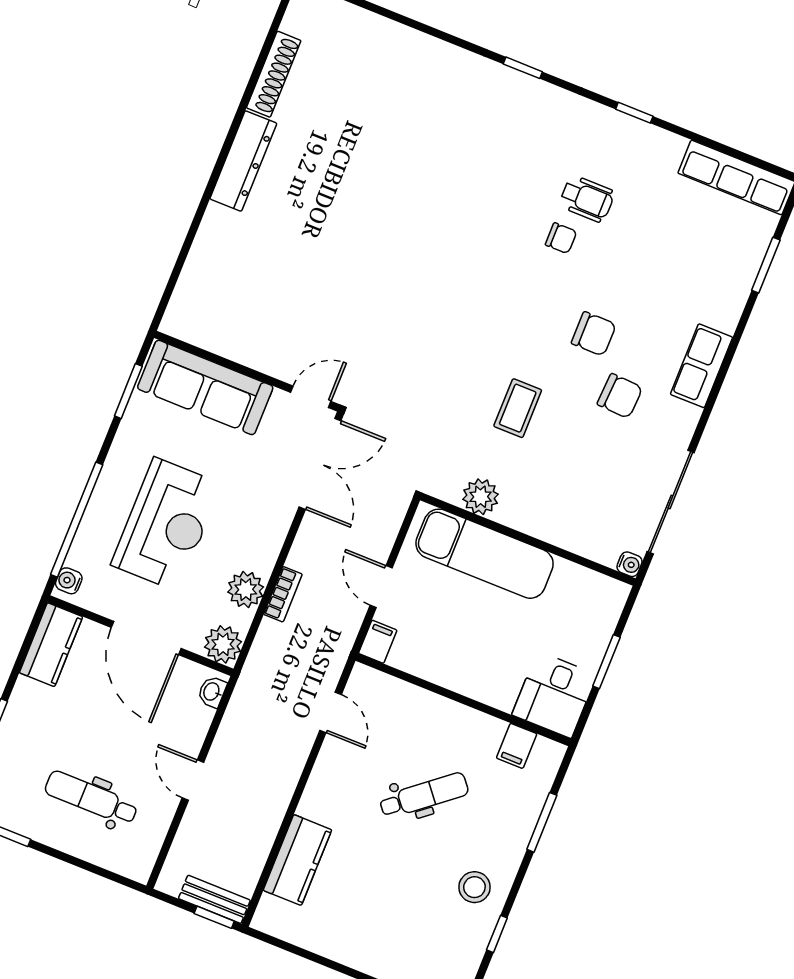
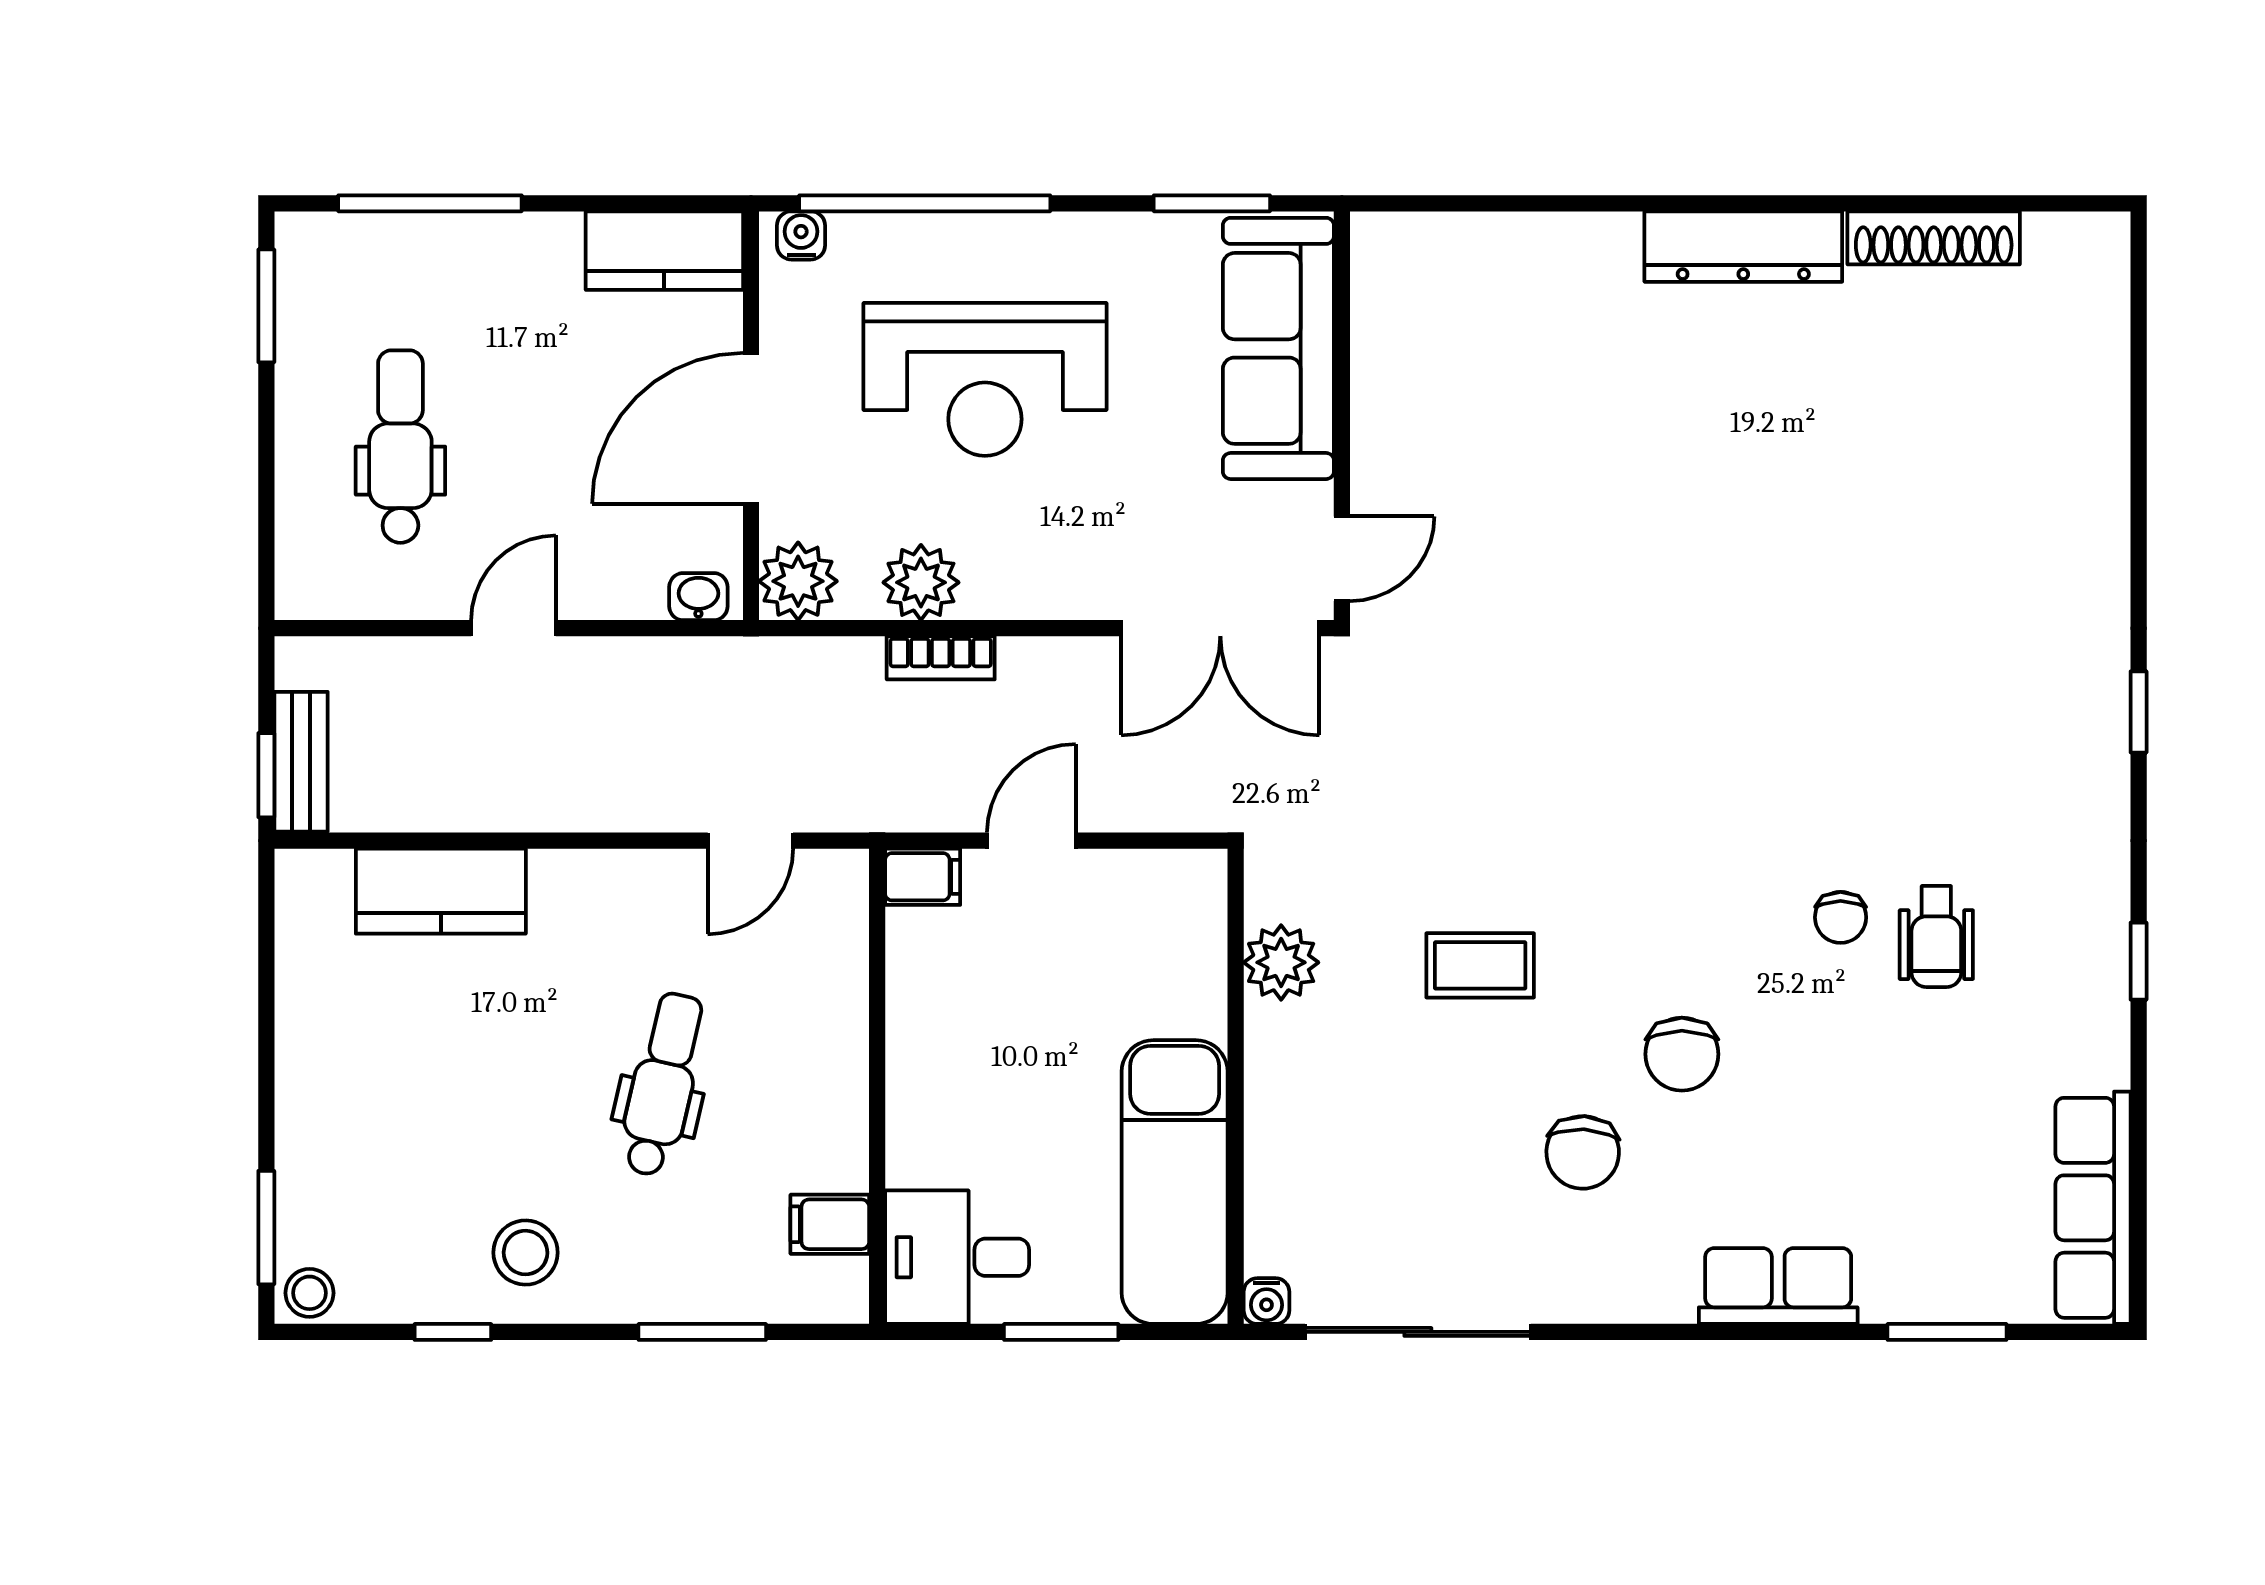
row of seats: (701, 366) -> (1778, 1286), moved
door: (311, 397) -> (1342, 559), hinge flipped
exam couch: (485, 554) -> (1175, 1182), moved
dental chair: (424, 795) -> (663, 1084), turned -128

